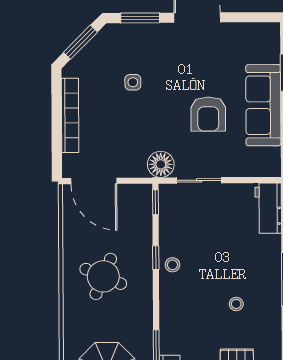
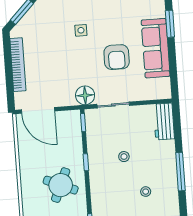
side table: (133, 82) -> (81, 30), moved
stool: (172, 265) -> (124, 157), moved
round table: (103, 276) -> (61, 185), moved

